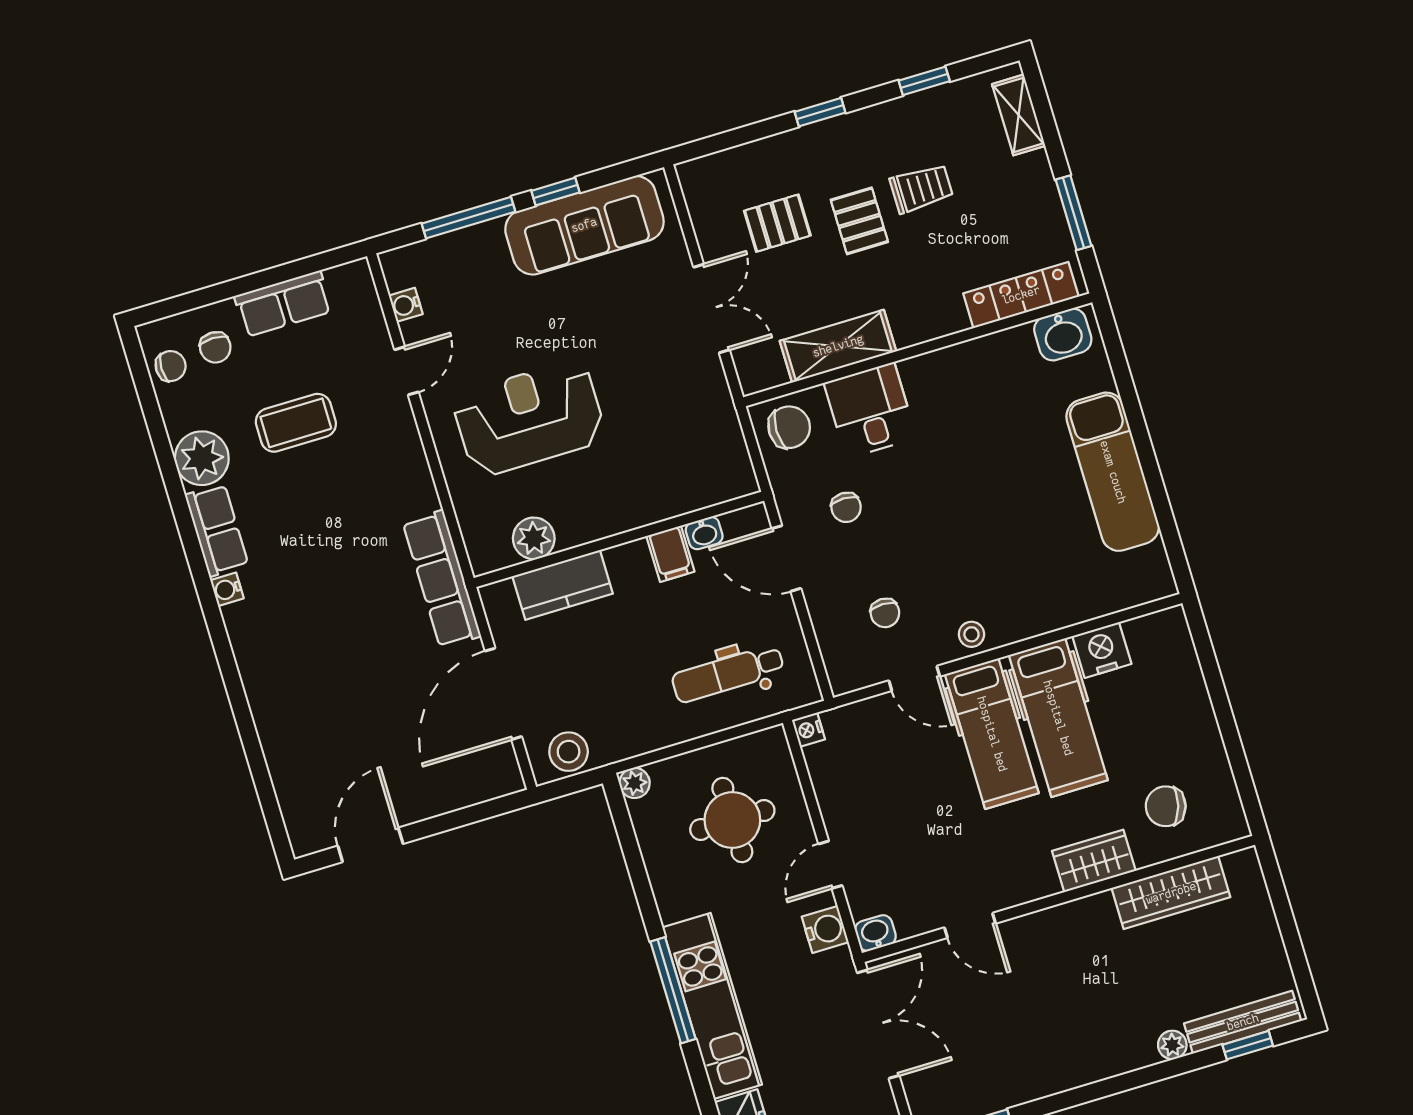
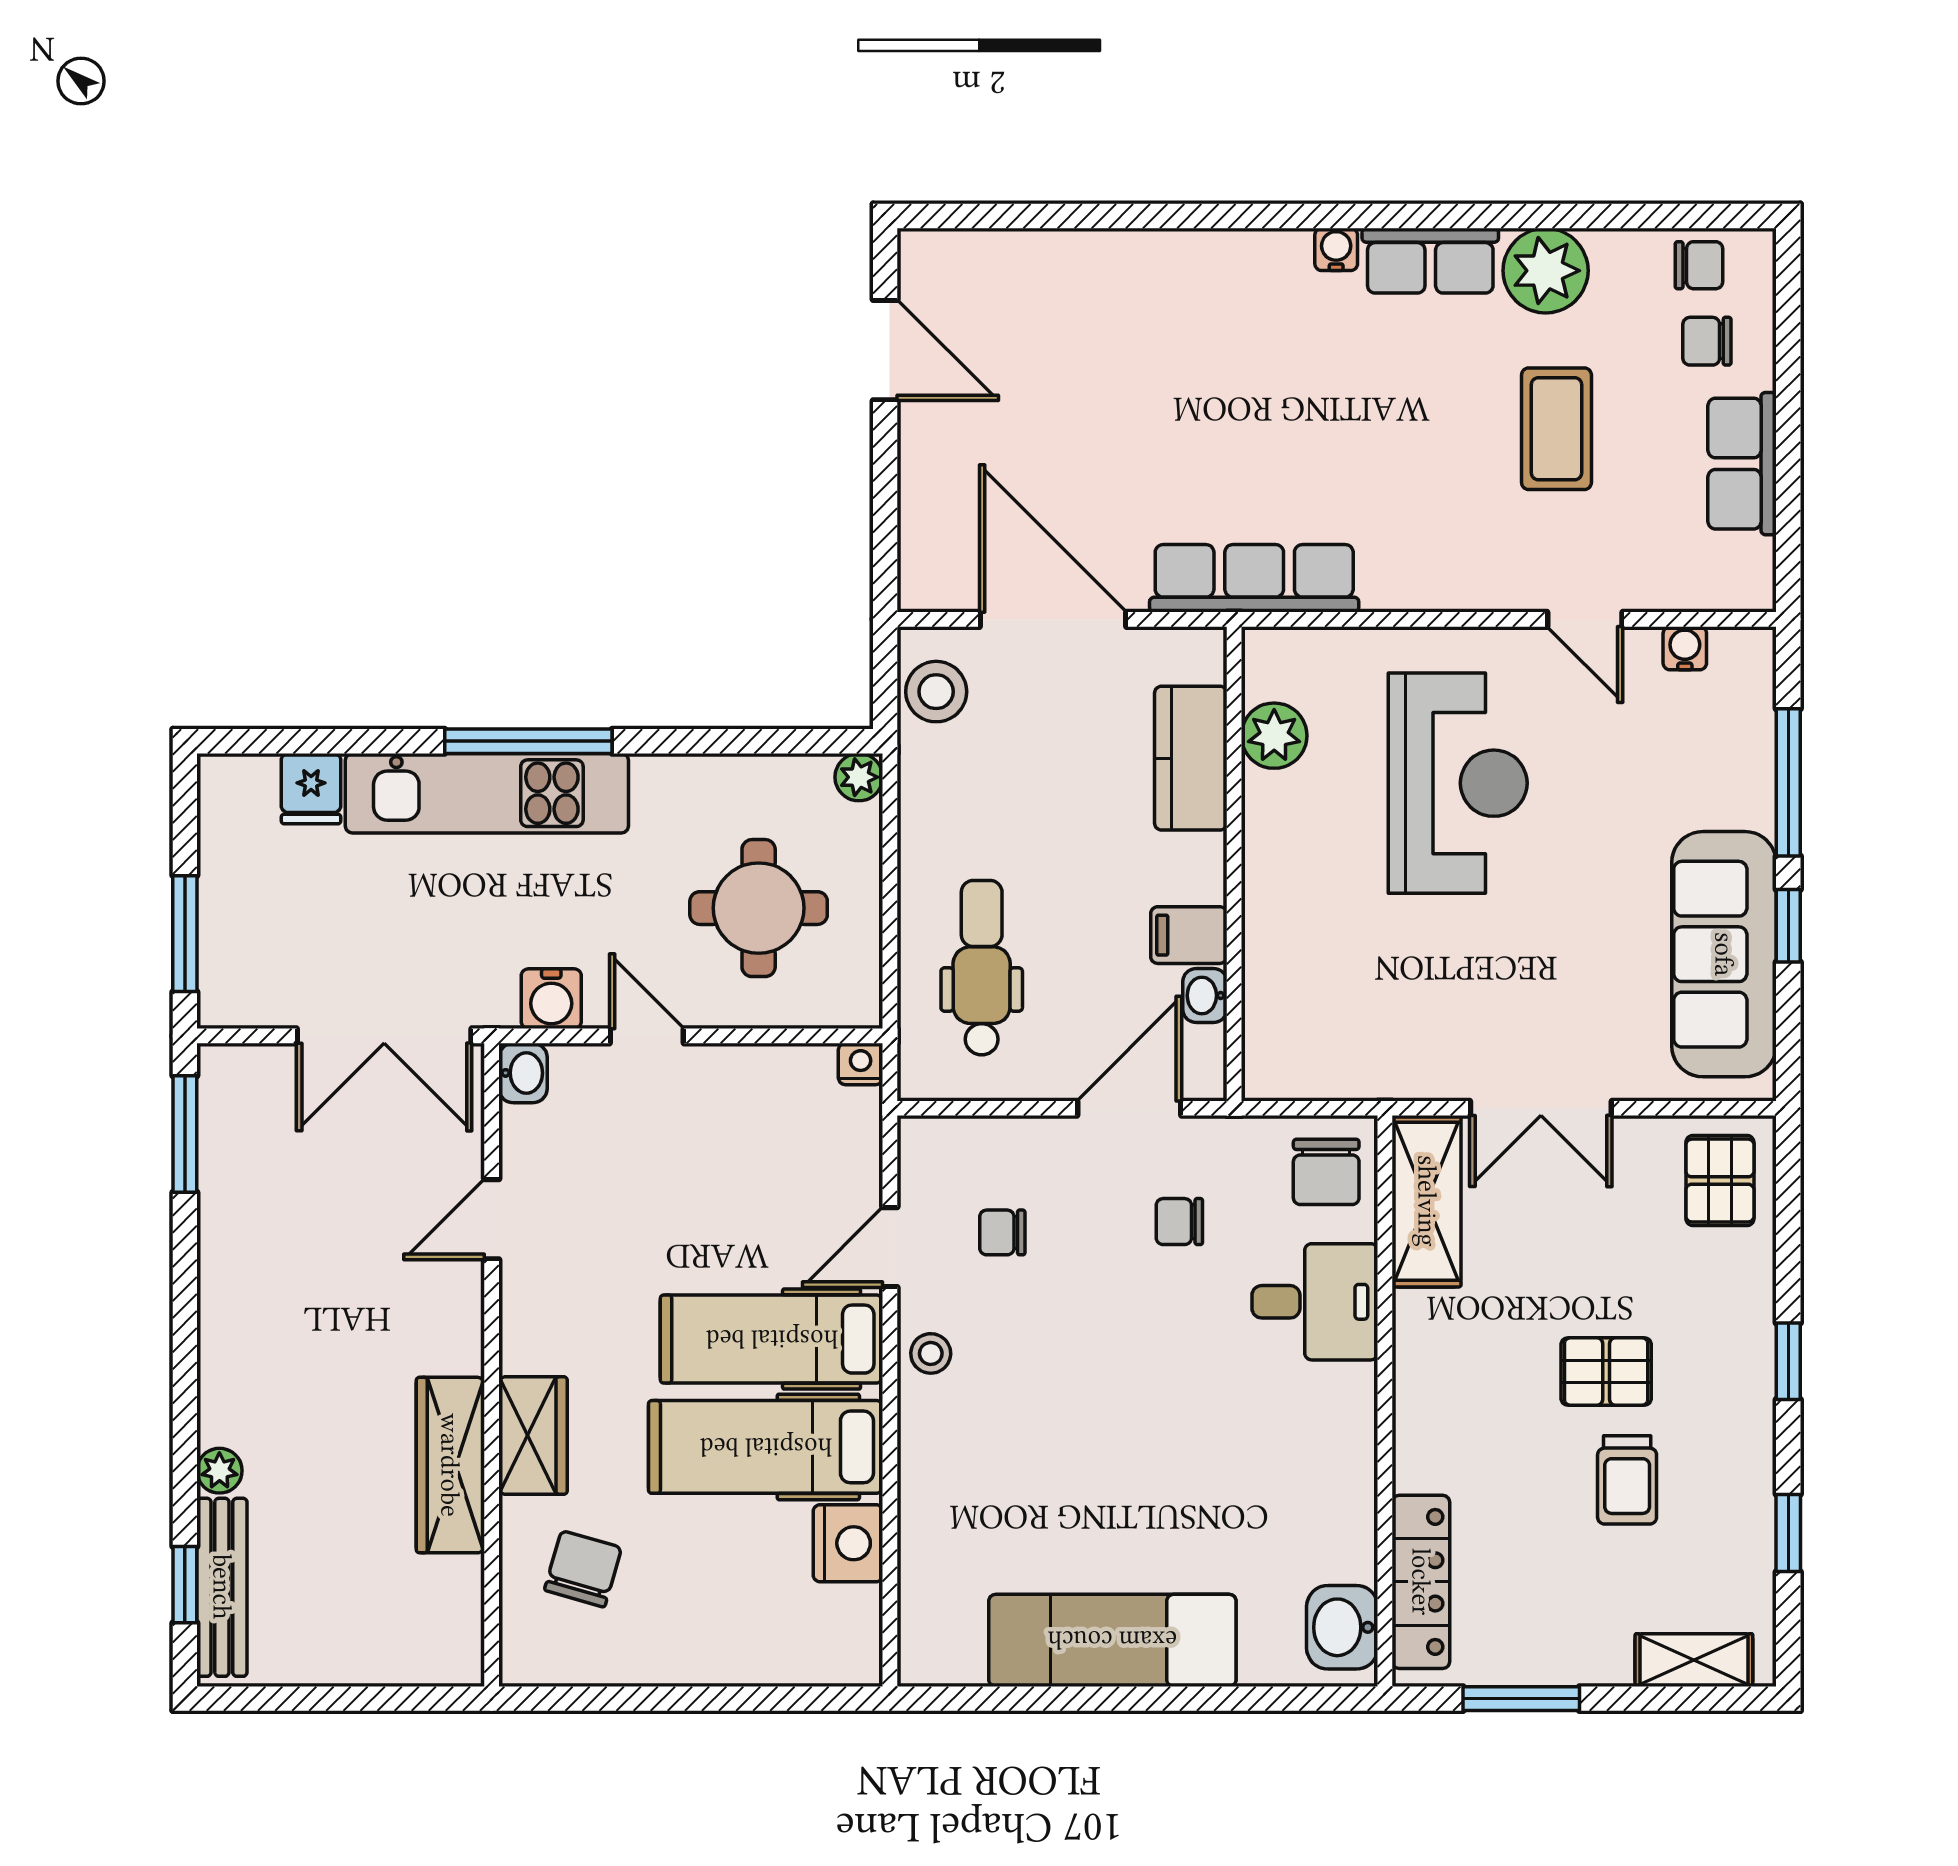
pallet: (777, 223) -> (1720, 1181), moved
shelving: (838, 346) -> (1427, 1201), moved
chair: (171, 366) -> (1699, 265), turned -90
wardrobe: (1171, 893) -> (450, 1465), moved

